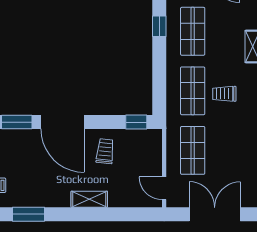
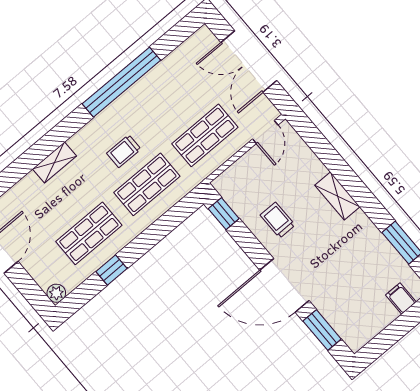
trolley: (224, 94) -> (124, 151), turned 90
door: (62, 122) -> (284, 285), swing flipped
trolley: (105, 151) -> (278, 220), turned 84

